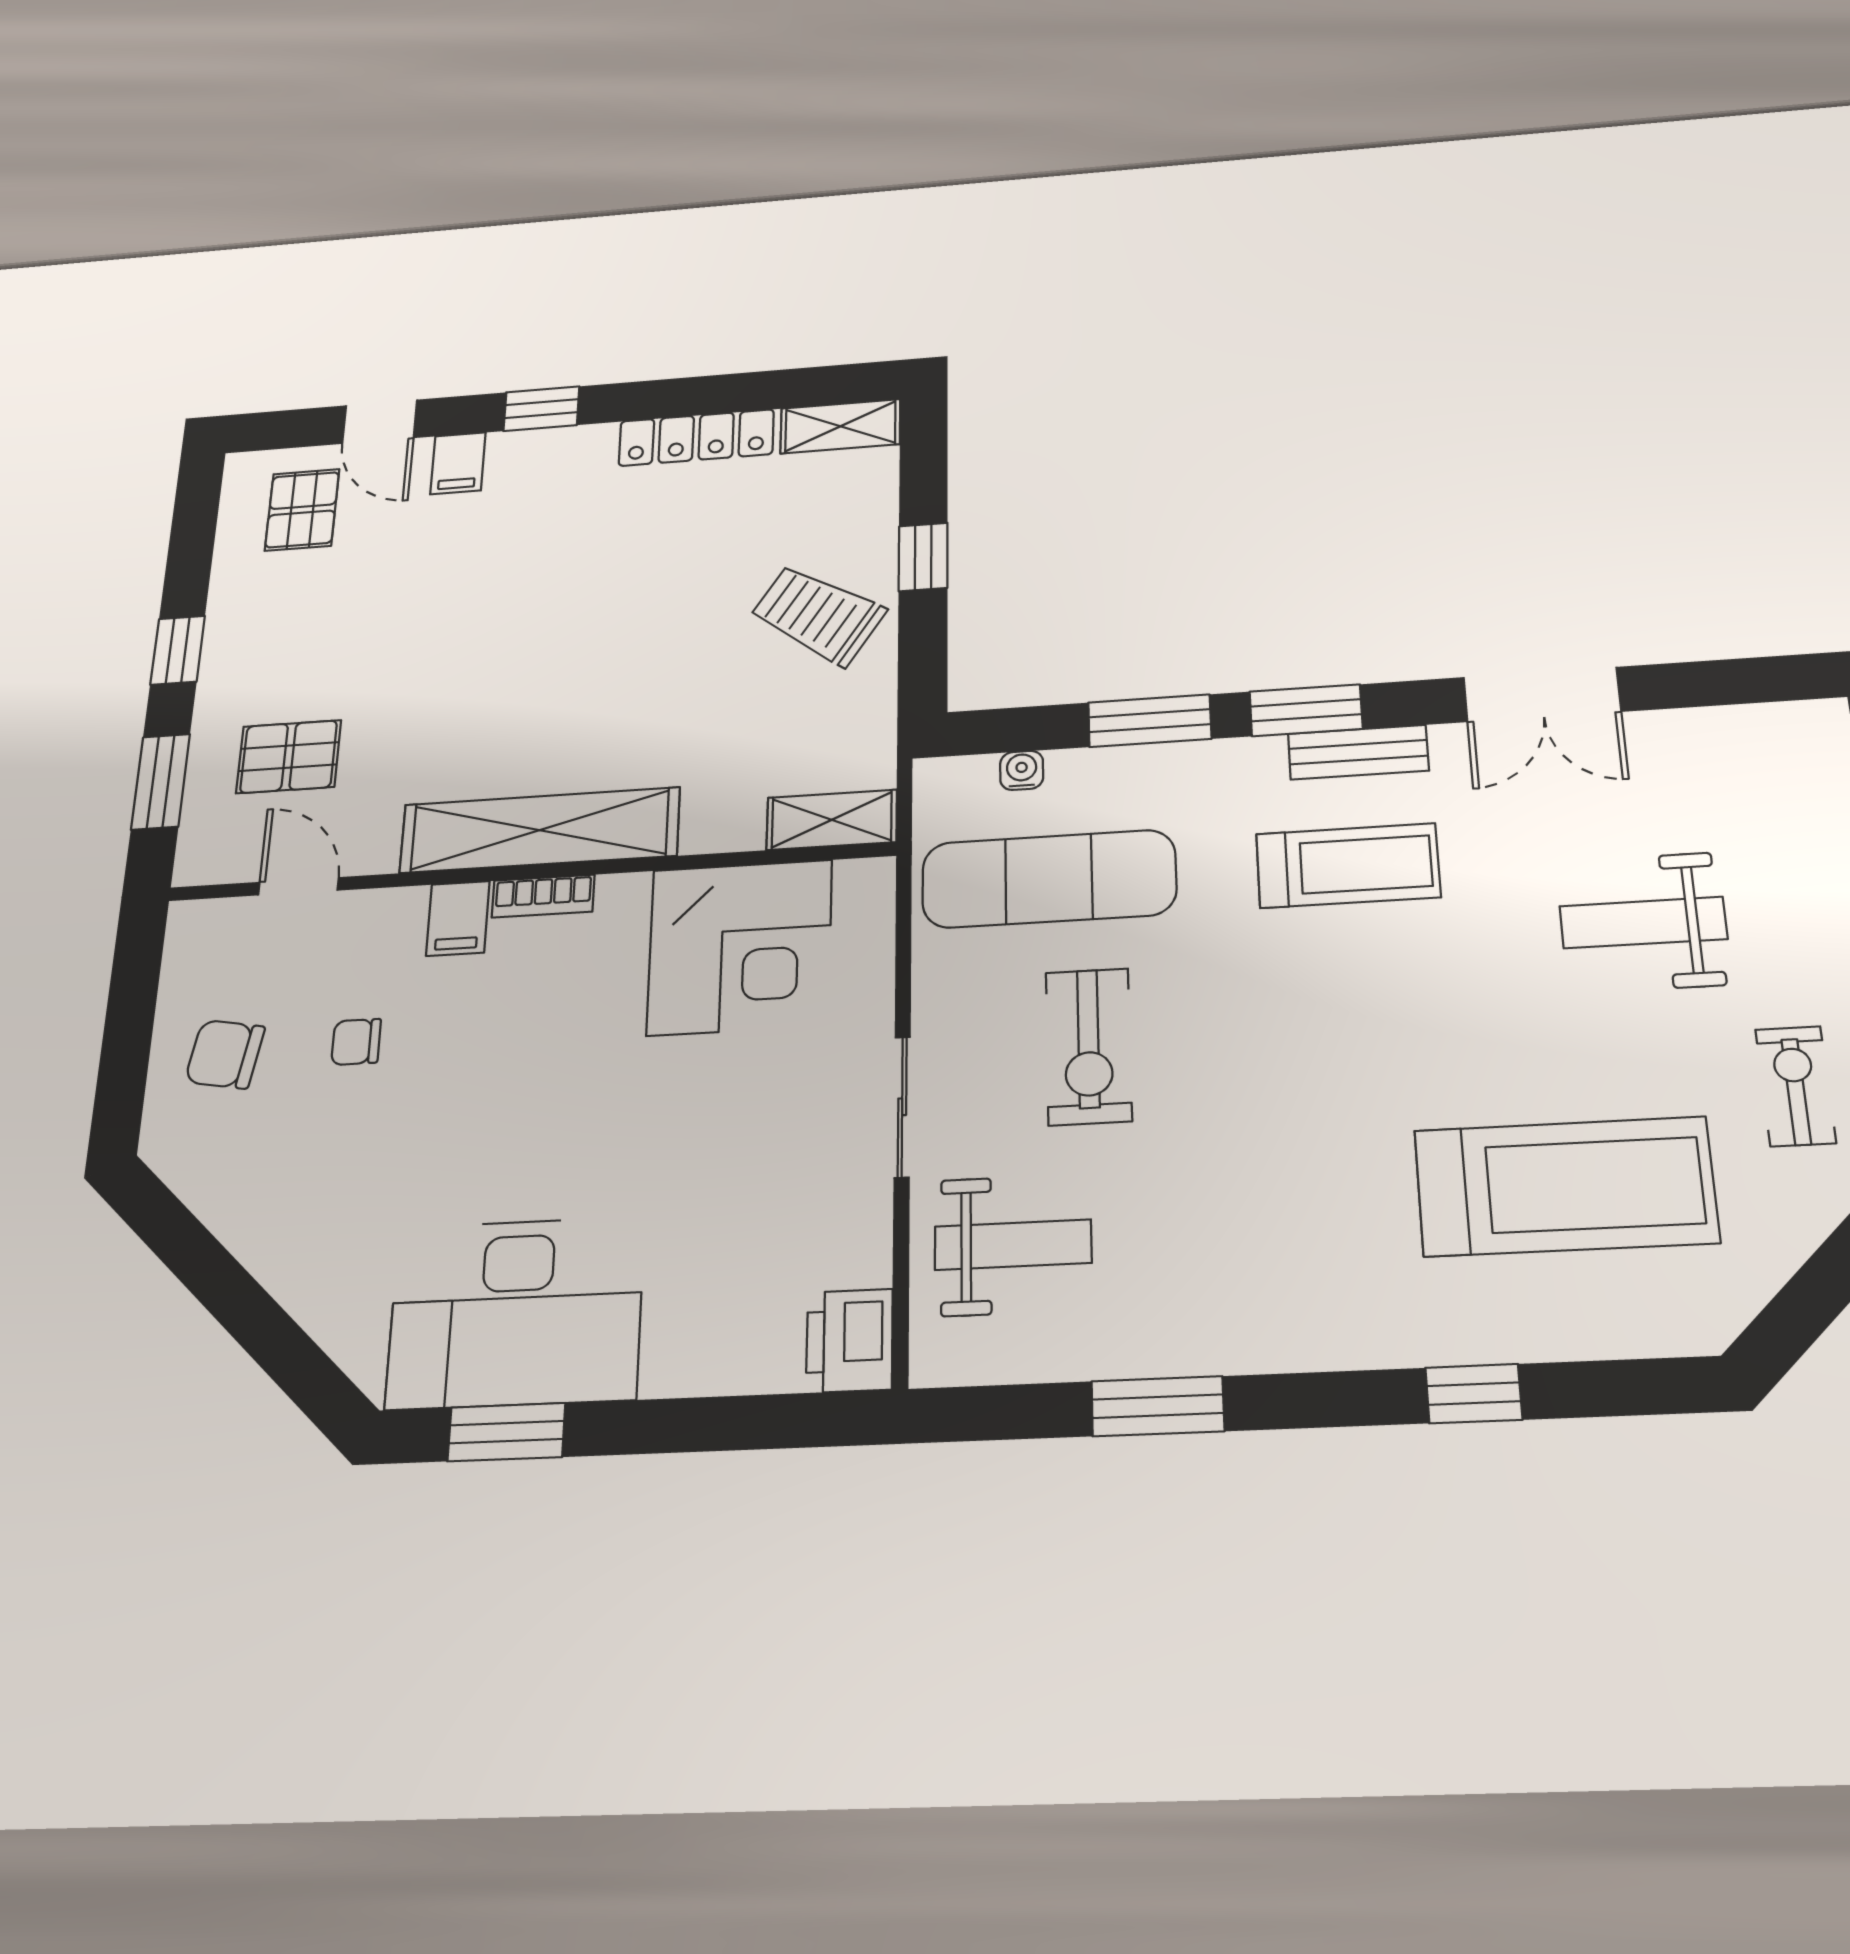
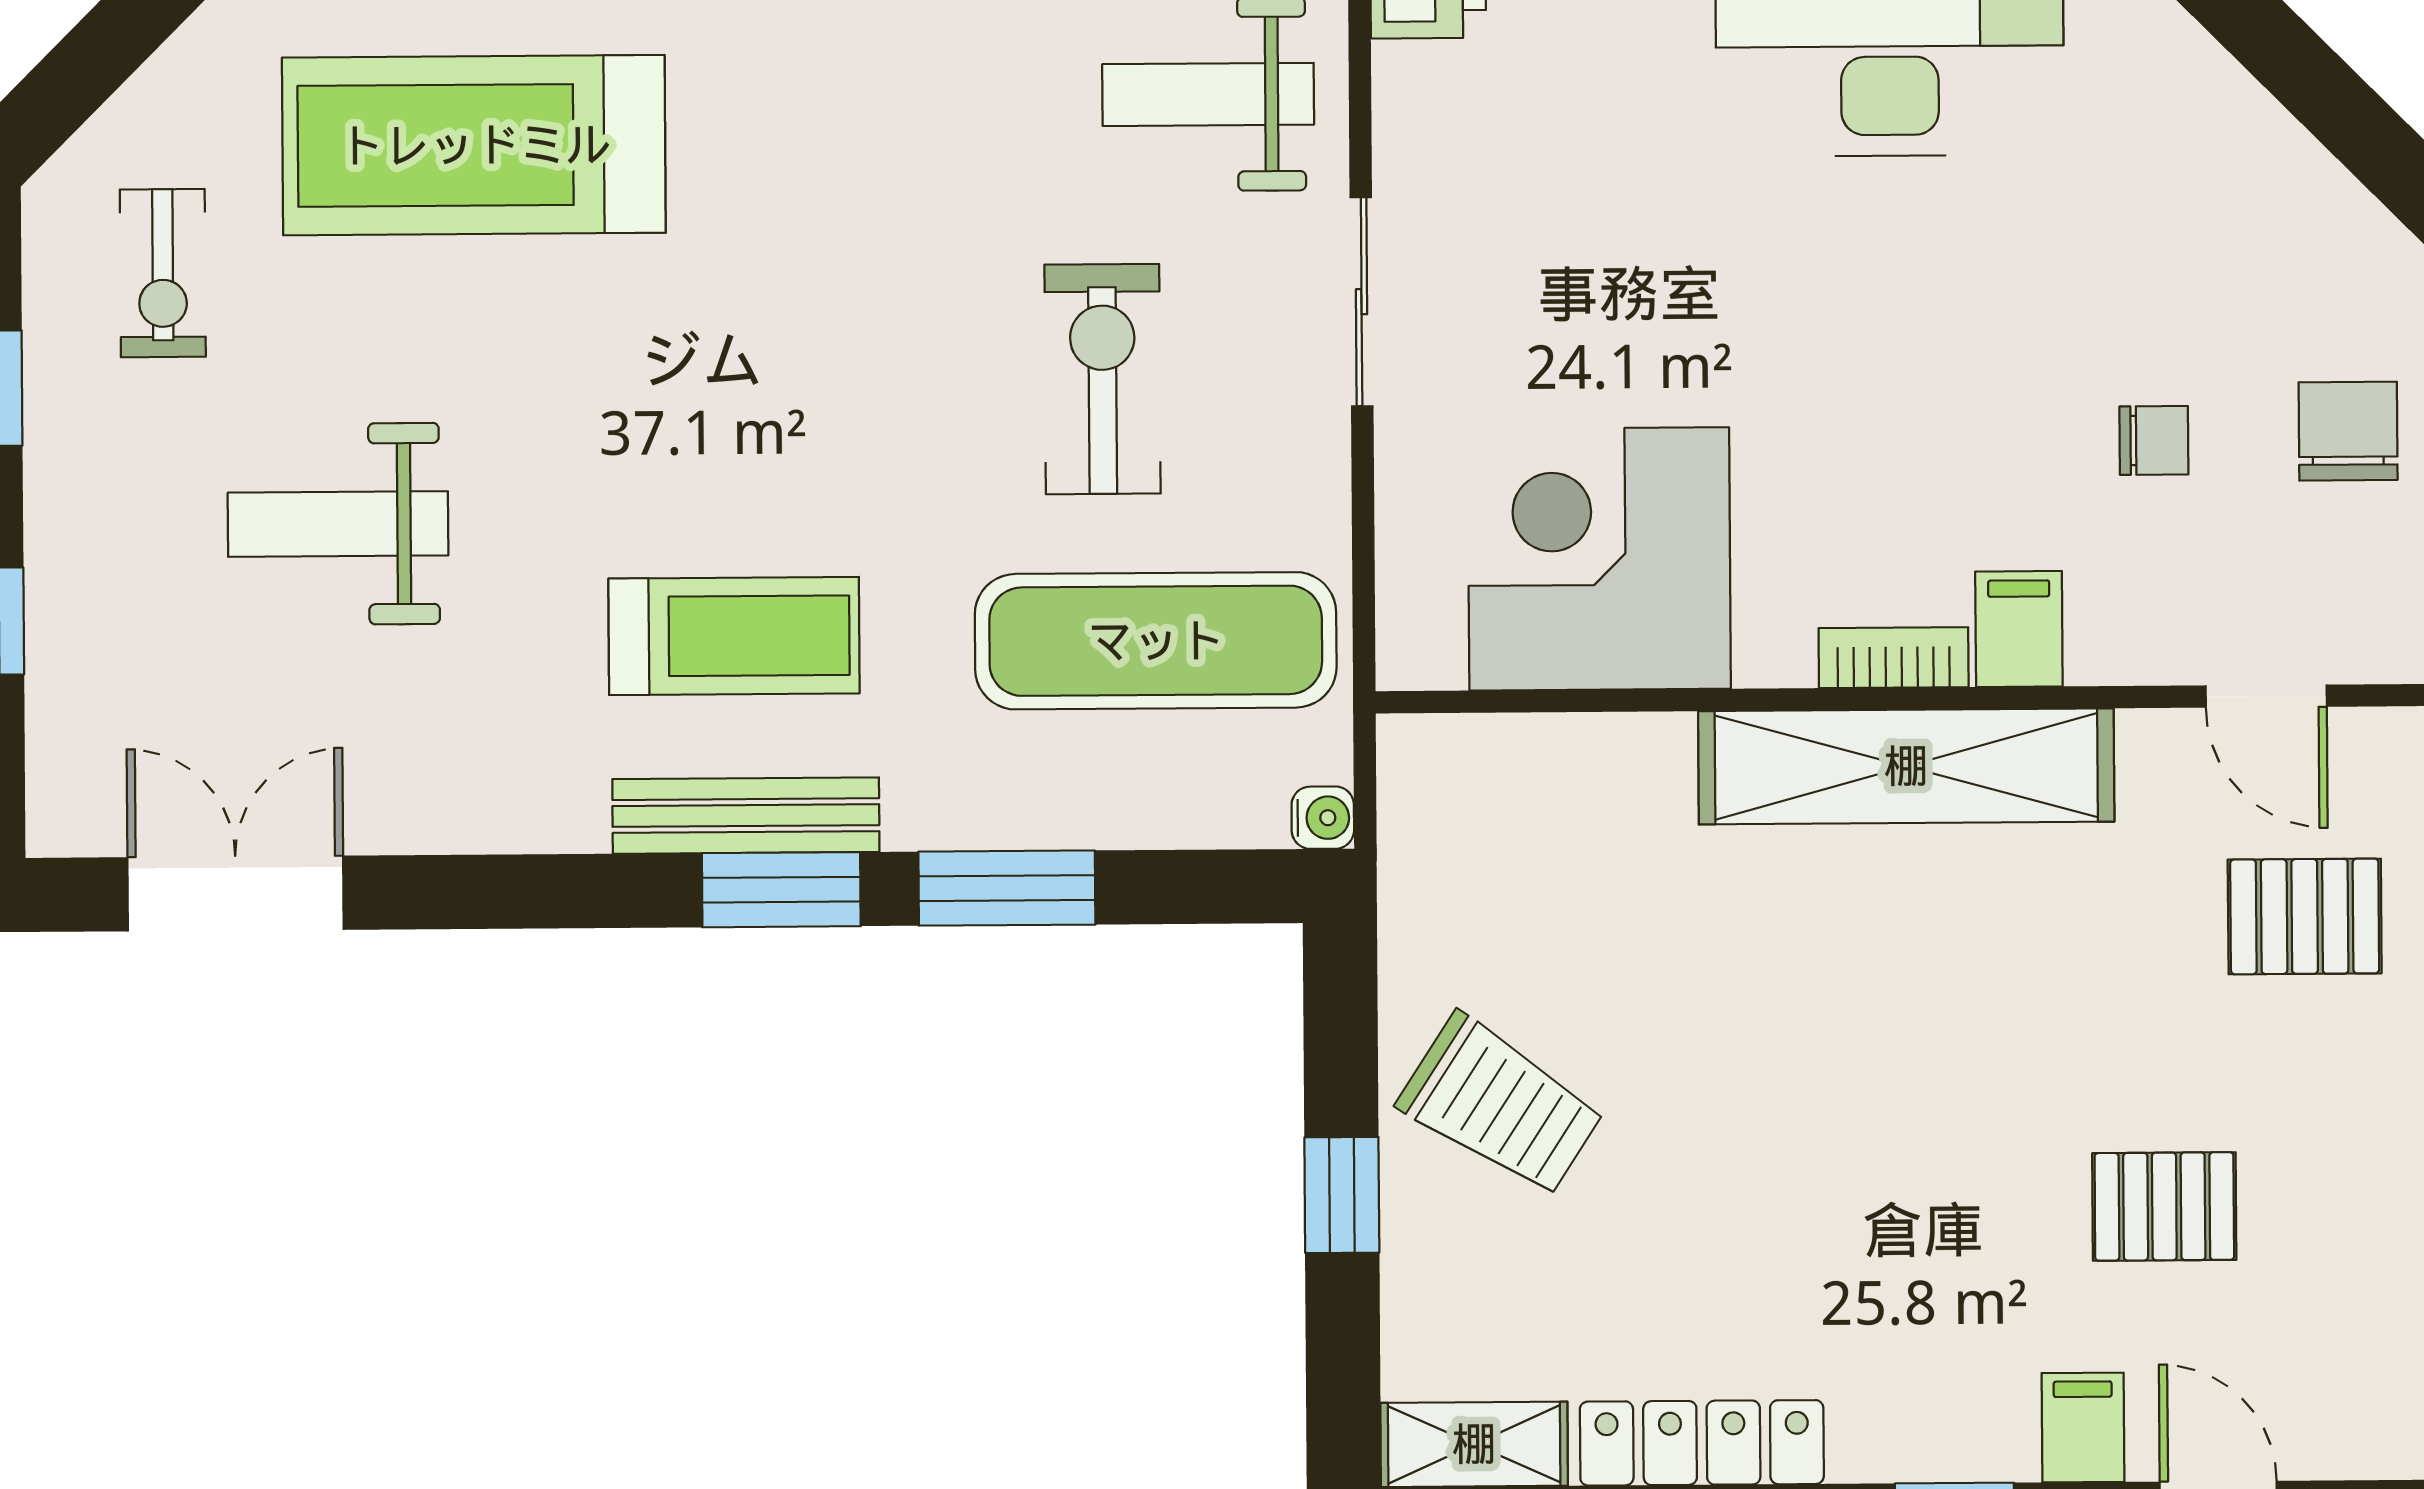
pallet: (302, 510) -> (2164, 1206), moved, turned 90
double door: (1542, 694) -> (235, 893), moved
bench: (1358, 752) -> (746, 816), width x1.36
water cooler: (1022, 770) -> (1323, 818), moved, turned -90
shelving: (832, 820) -> (1471, 756), removed
treadmill: (1348, 866) -> (734, 636), turned 180
weight bench: (1643, 923) -> (338, 524), turned 180
chair: (225, 1054) -> (2348, 431), turned -100

